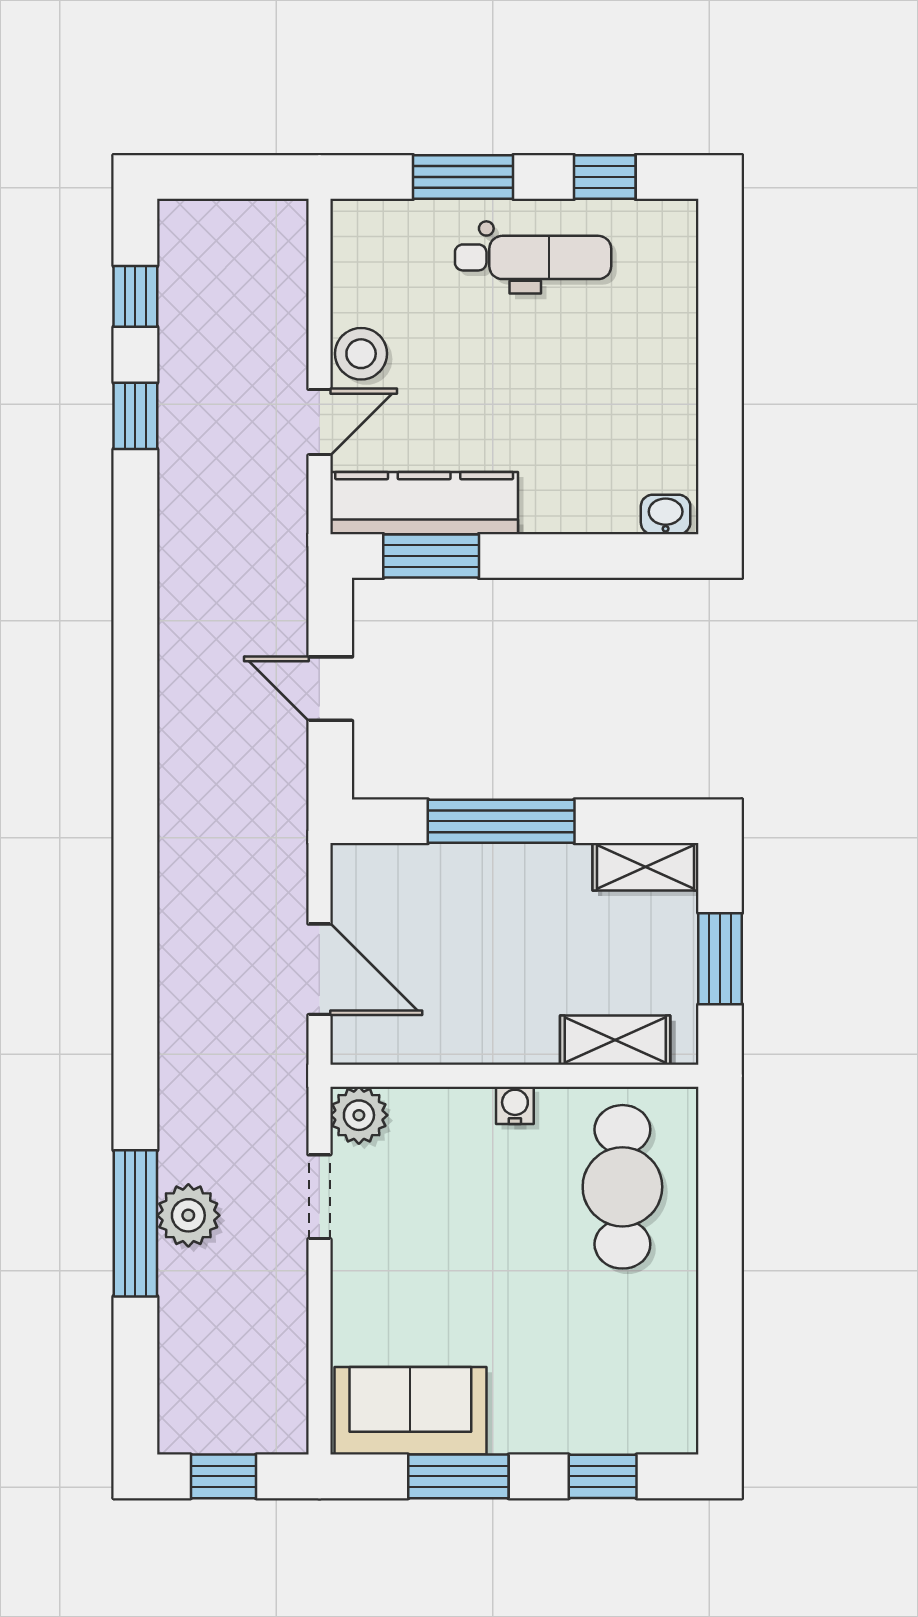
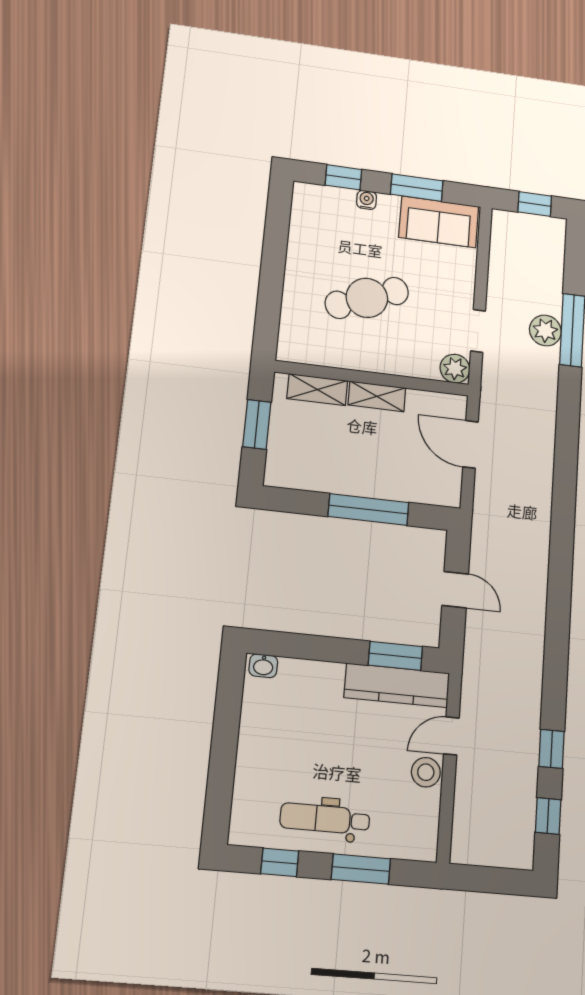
shelving: (646, 867) -> (377, 396), moved
water cooler: (515, 1105) -> (367, 200), moved, turned 180
cafe table: (622, 1187) -> (367, 298), moved, turned 68

